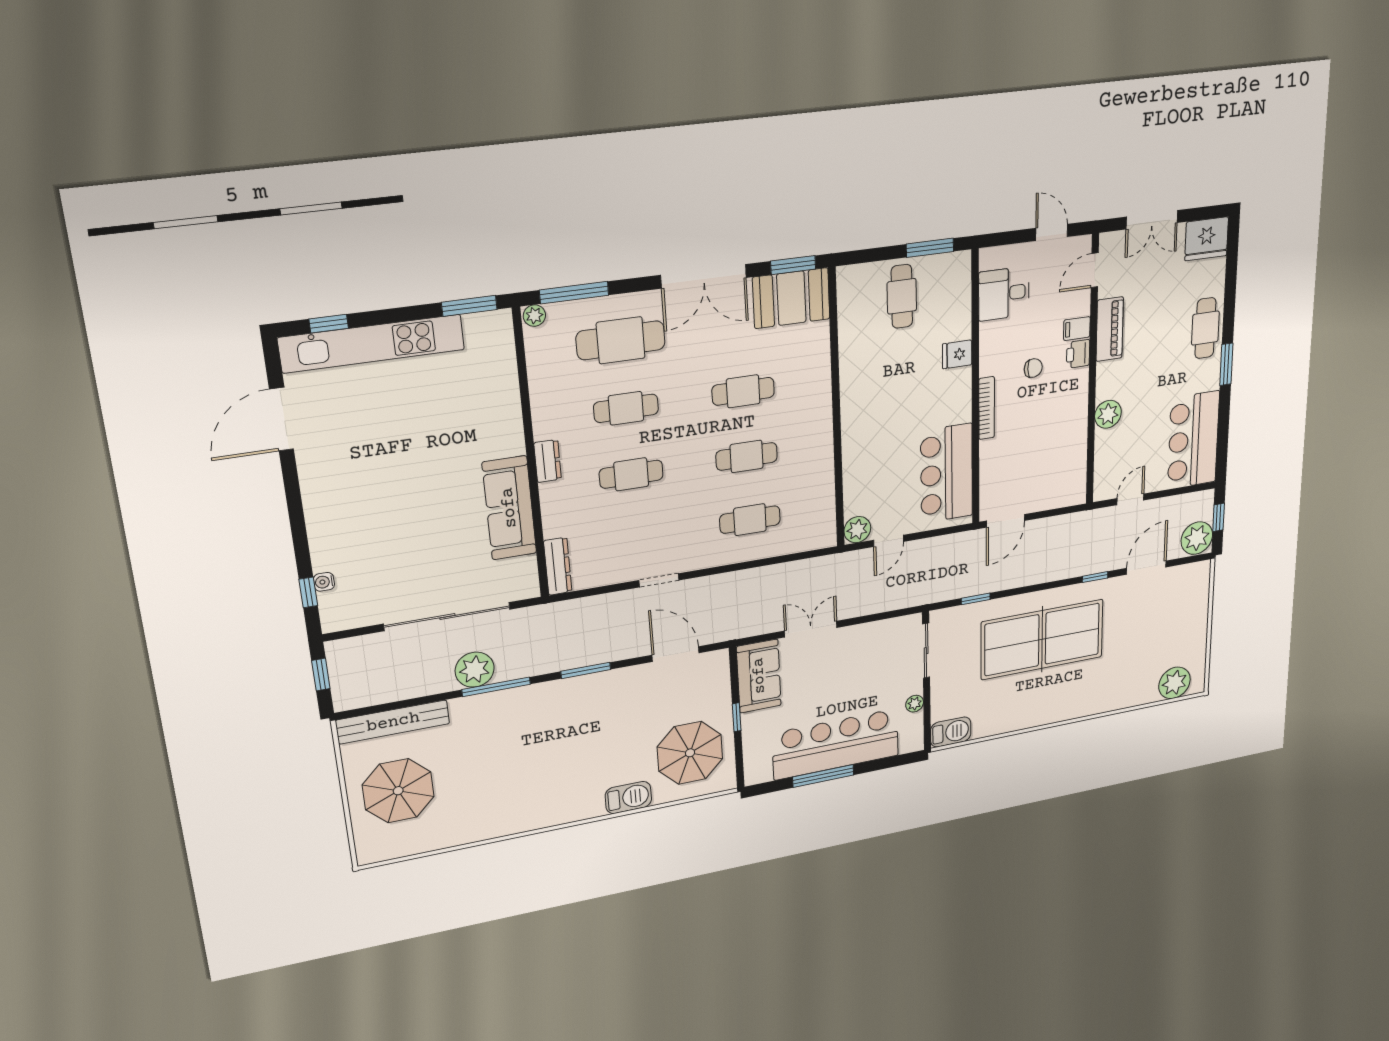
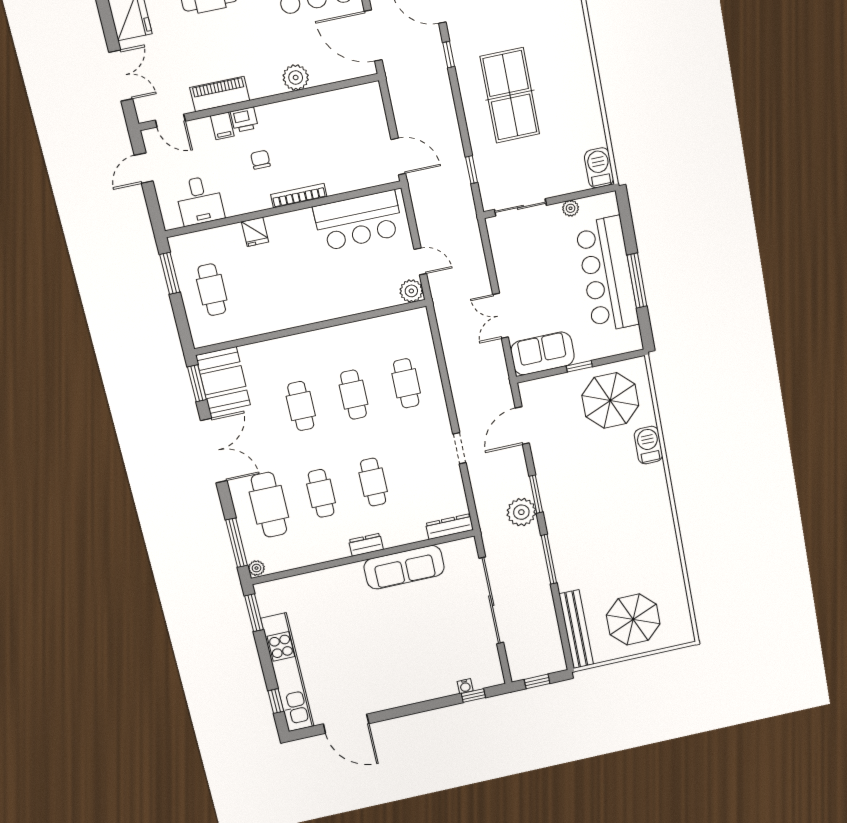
cafe table: (902, 296) -> (212, 290), turned 90
door: (1130, 499) -> (373, 36), width x1.88
table tennis table: (1042, 639) -> (510, 95), width x0.73, depth x0.76
plant: (475, 670) -> (521, 512), moved

